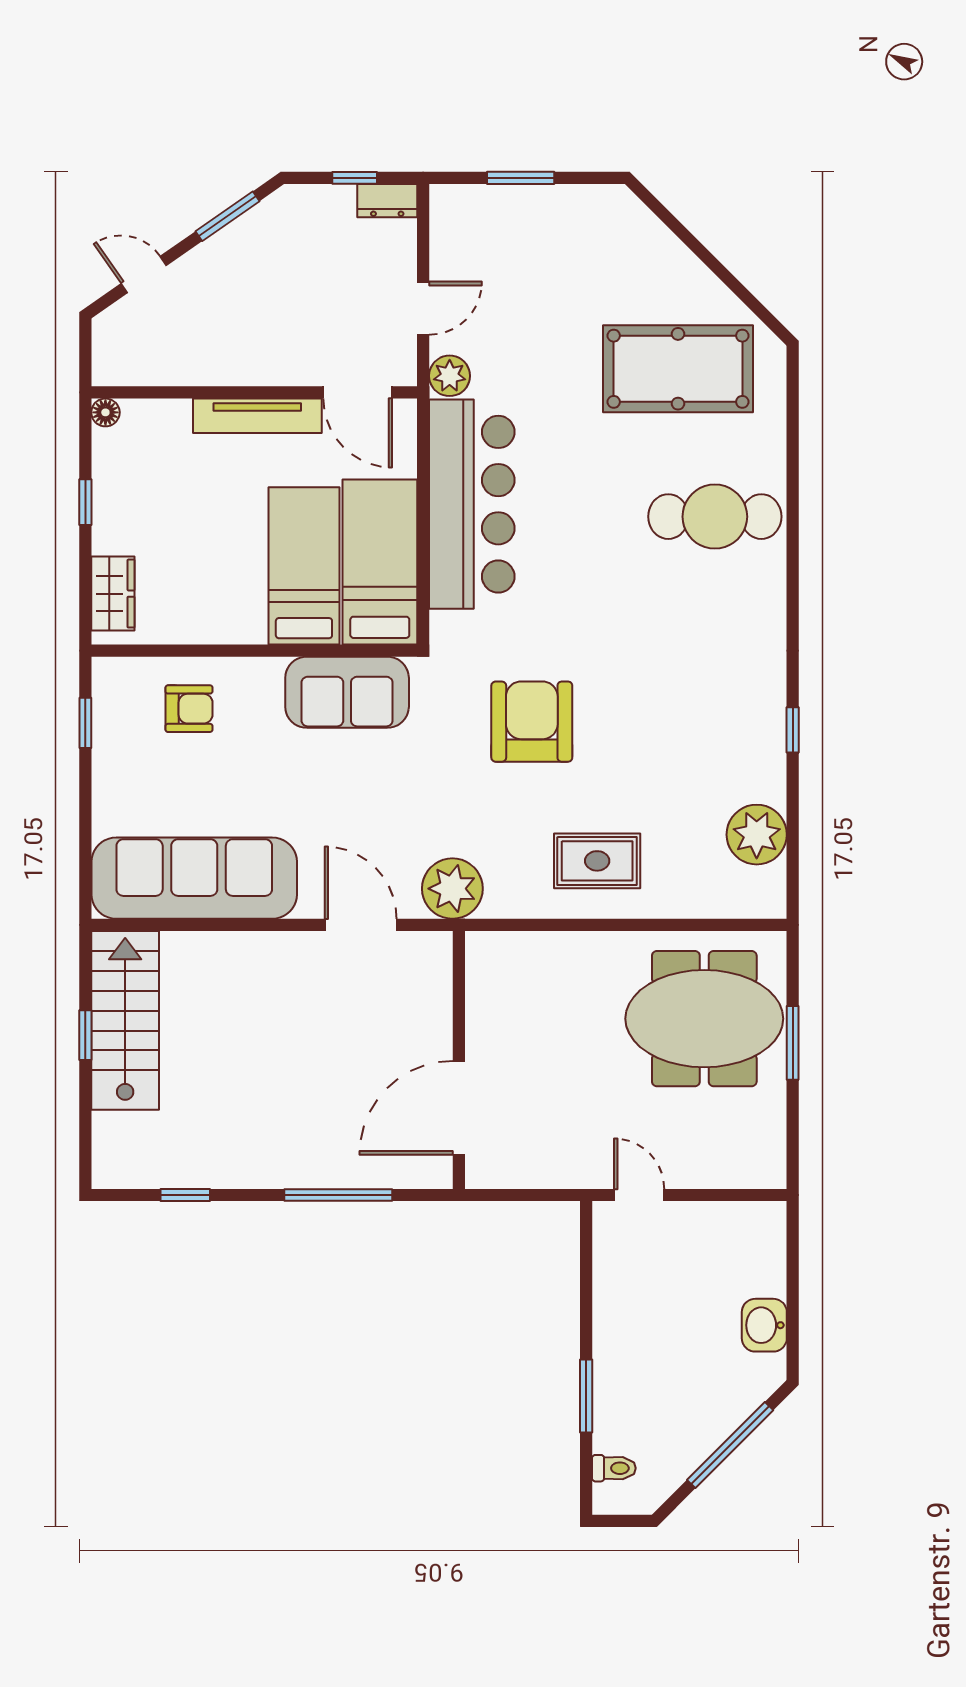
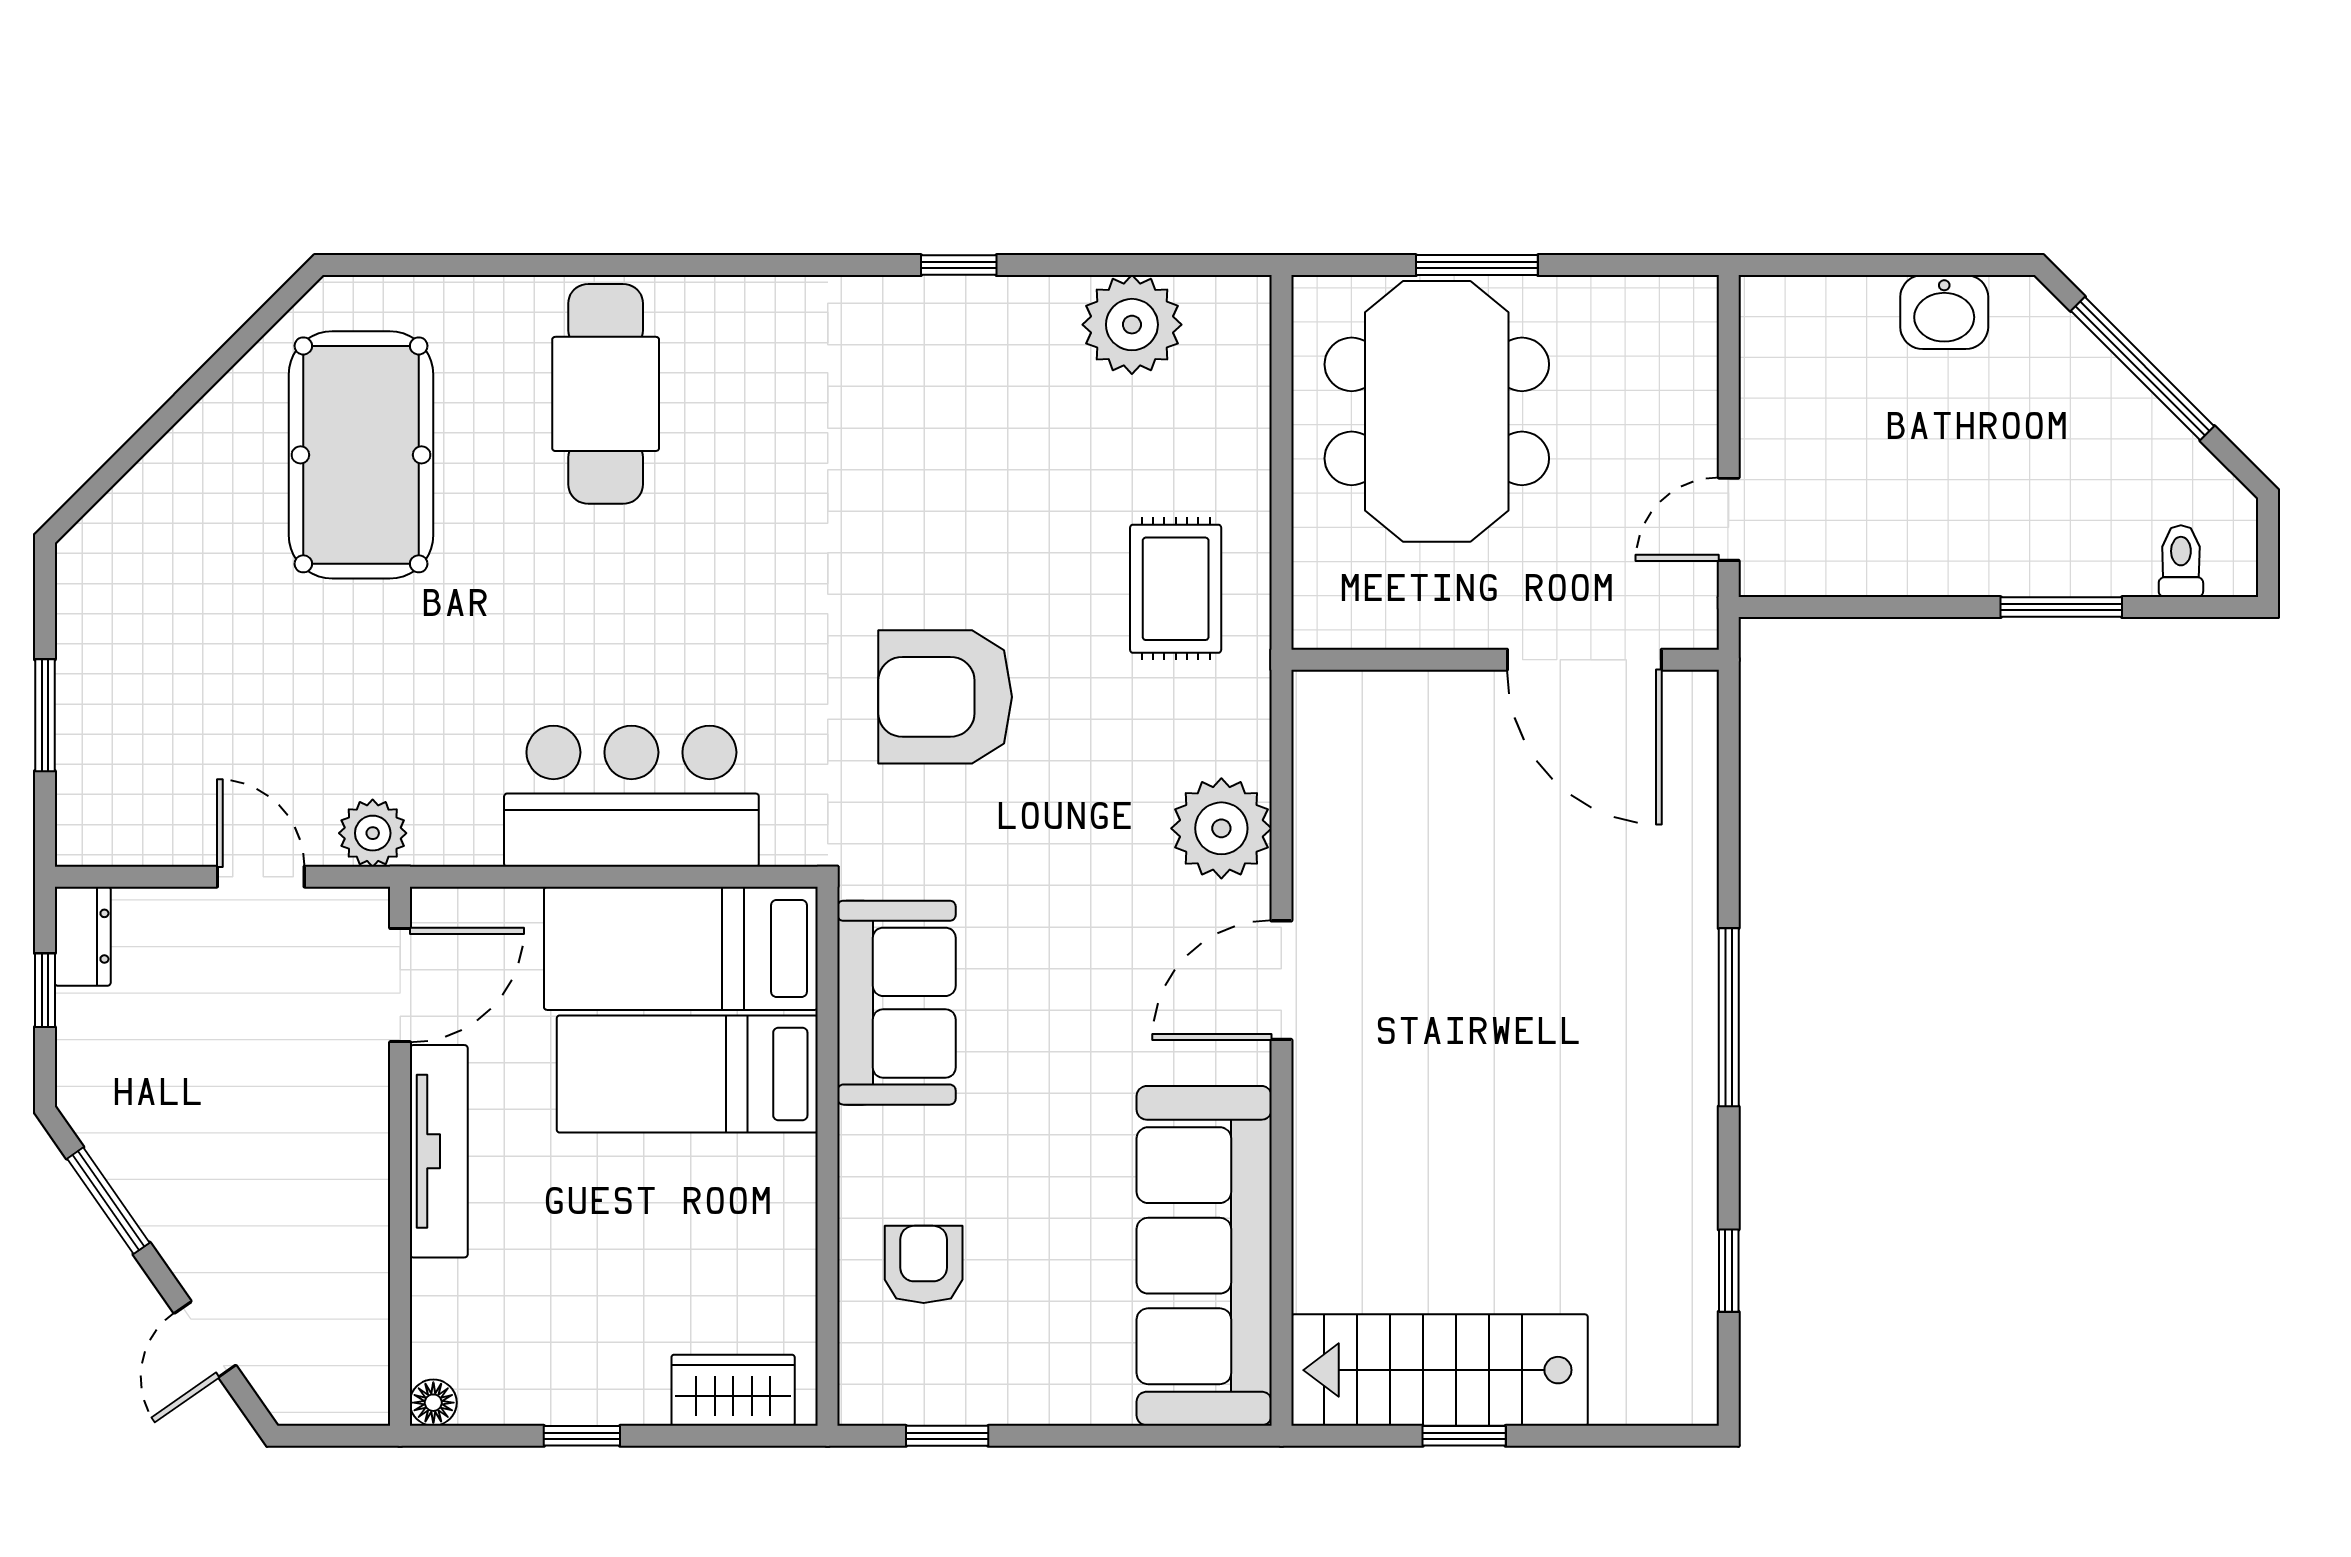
bar counter: (472, 504) -> (631, 796), width x0.73
wall: (459, 1060) -> (1505, 660), moved
door: (459, 1108) -> (1584, 660), moved

